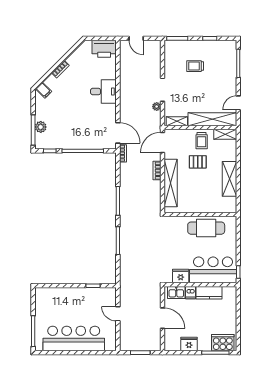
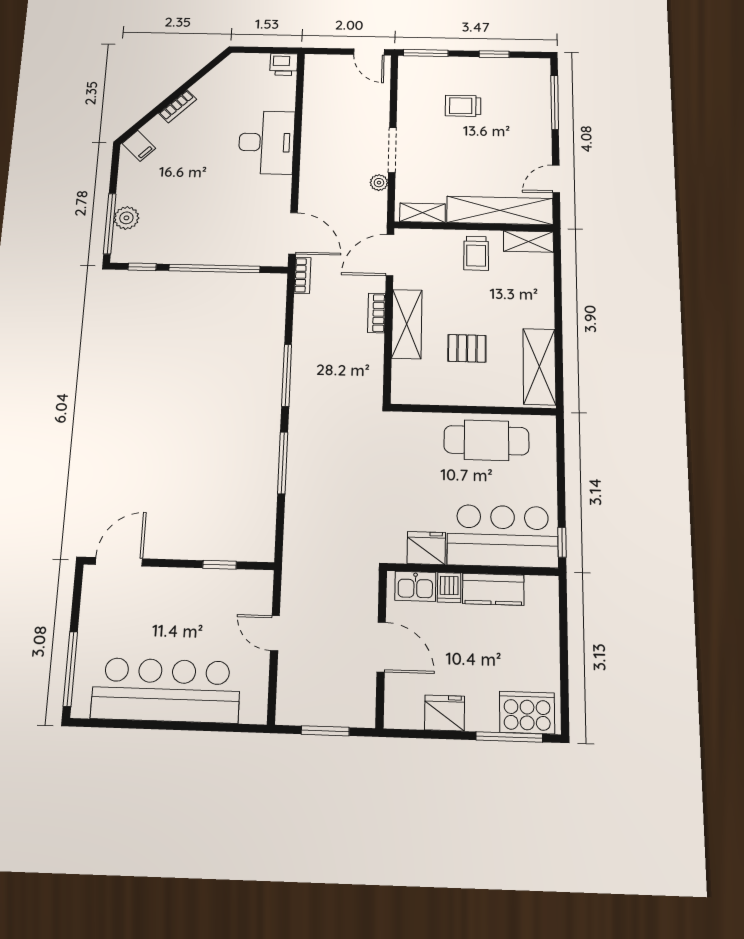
door: (136, 38) -> (369, 52), moved
printer: (104, 49) -> (284, 64), width x0.53, depth x0.68
desk: (103, 91) -> (266, 142), width x1.37
pallet: (198, 162) -> (467, 348), moved
shelving: (230, 179) -> (539, 367), moved
shelving: (171, 183) -> (407, 324), width x0.68
door: (50, 286) -> (119, 562), added

